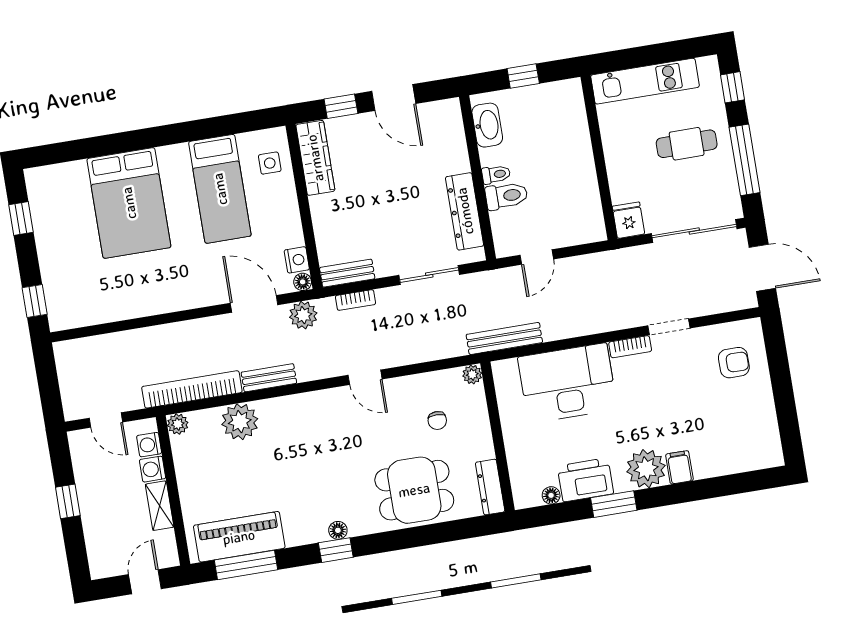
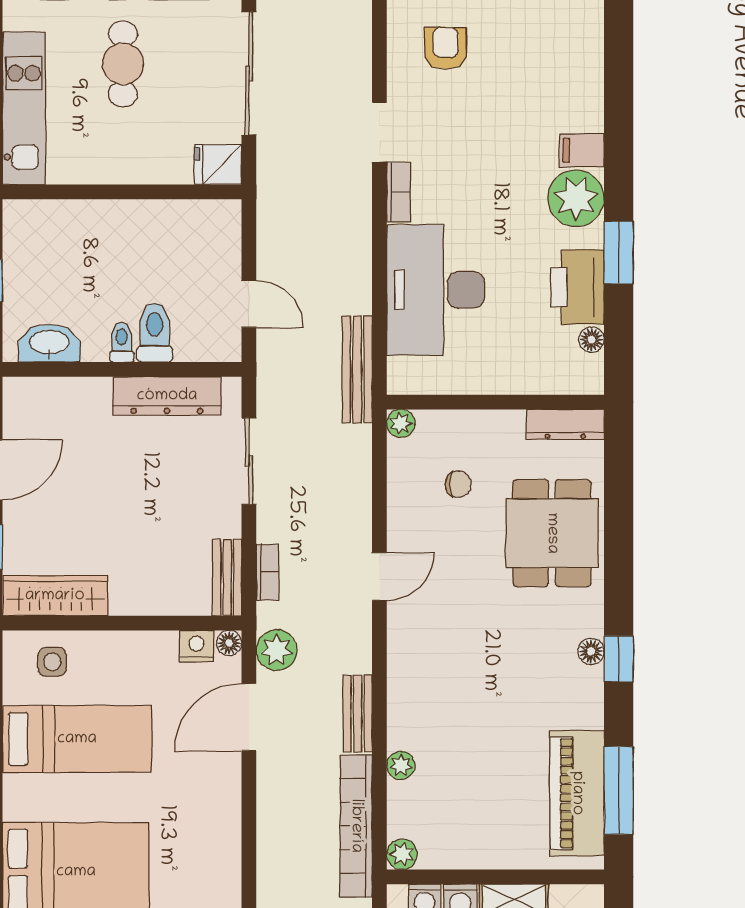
plant: (240, 422) -> (401, 765), width x0.53, depth x0.53

